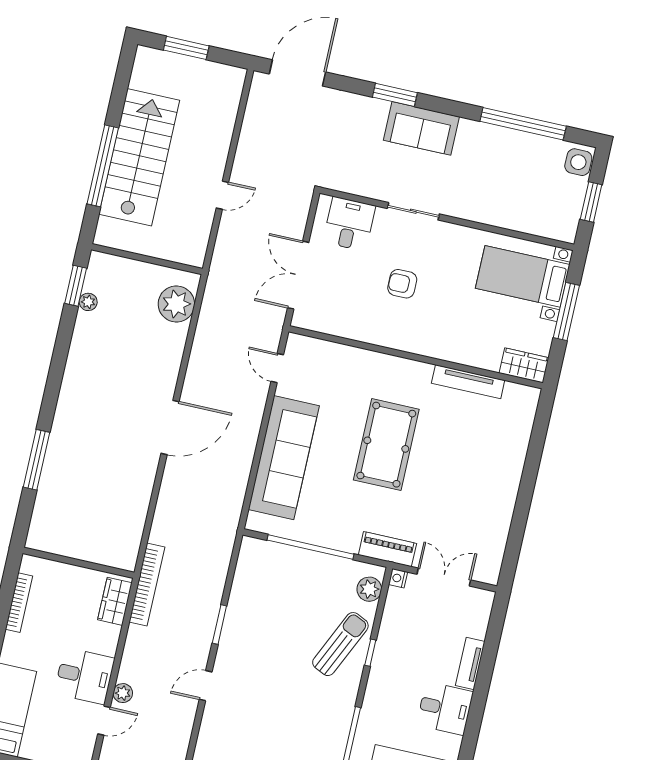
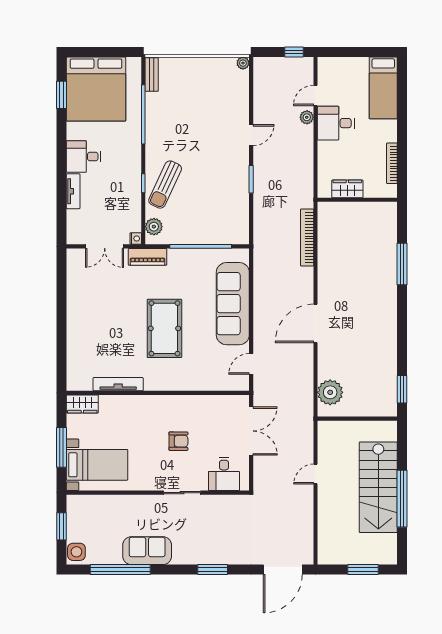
sofa: (421, 128) -> (147, 551), moved
window: (103, 166) -> (402, 499), moved
plant: (88, 302) -> (391, 380), removed
door: (277, 368) -> (251, 364), swing flipped
door: (170, 427) -> (315, 323), moved
bookcase: (147, 584) -> (307, 237), moved
wardrobe: (115, 601) -> (347, 189), moved, turned -90

